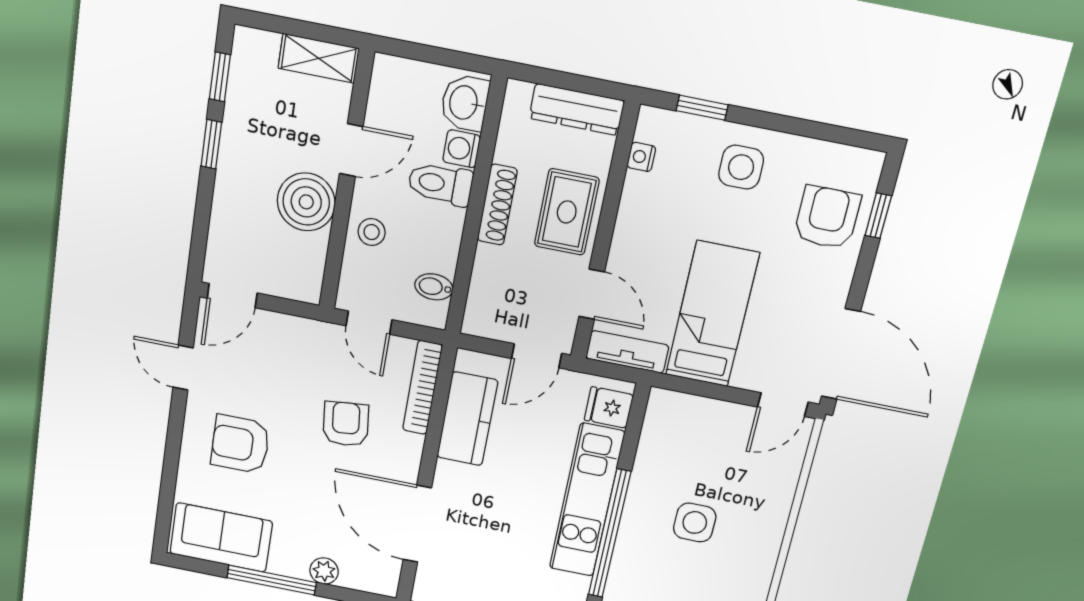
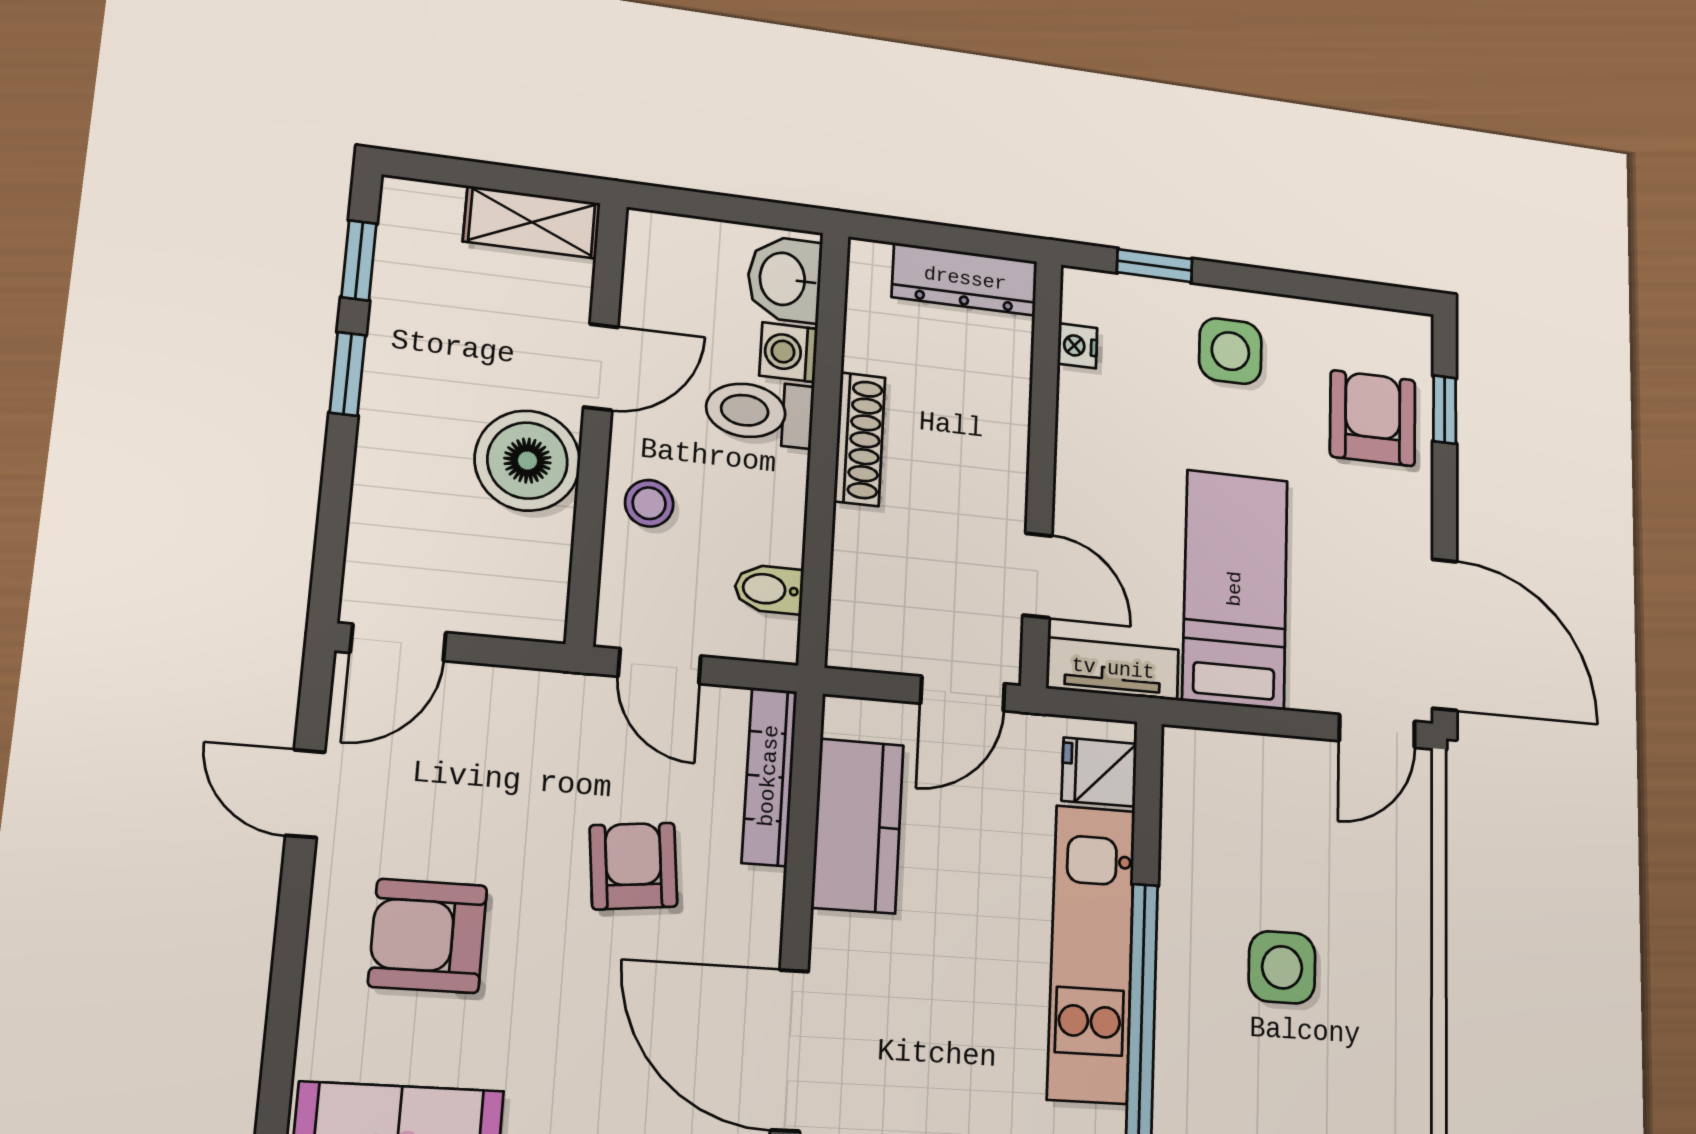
rug: (567, 212) -> (975, 442), removed

